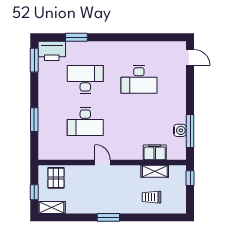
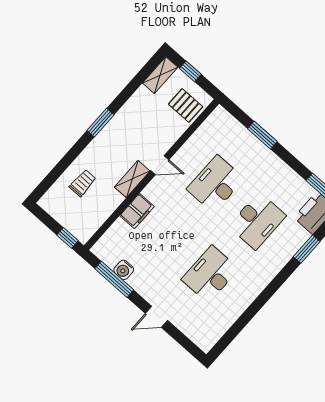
door: (190, 57) -> (157, 317), moved
filing cabinet: (155, 152) -> (137, 211), moved
shelving: (155, 171) -> (132, 179), moved

